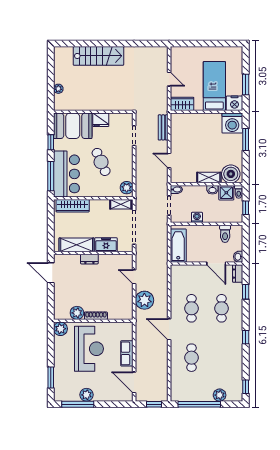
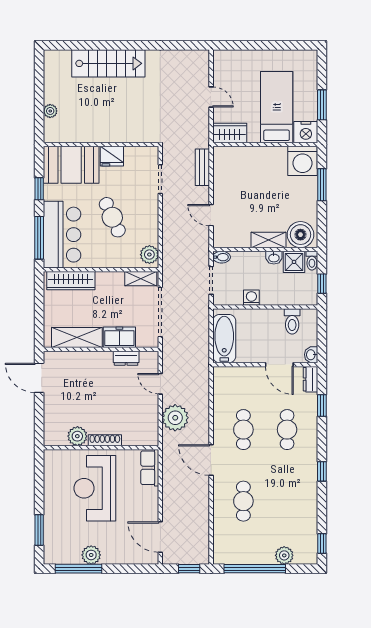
dresser: (89, 259) -> (126, 358), moved
plant: (60, 329) -> (53, 459), removed
reception desk: (89, 349) -> (95, 488), turned 180
row of seats: (127, 353) -> (150, 468), moved

